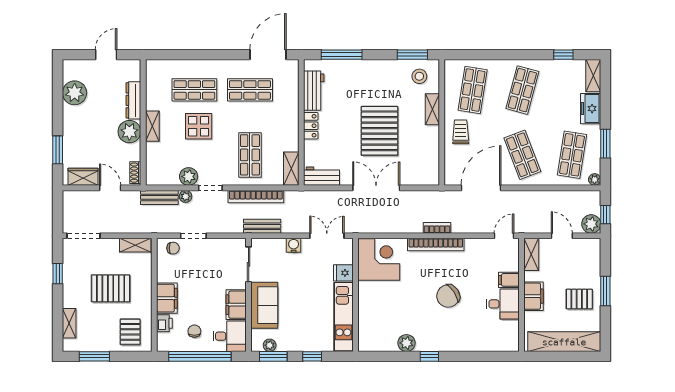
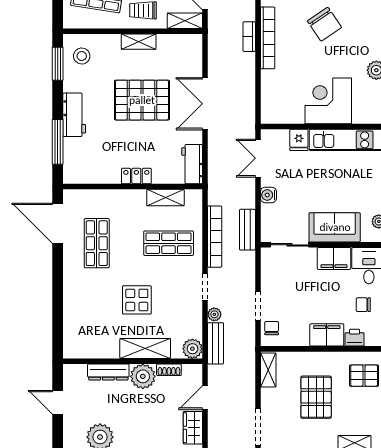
shop shelf: (194, 90) -> (97, 305), removed
workbench: (314, 91) -> (74, 115), moved, turned 90
shelving: (432, 109) -> (139, 42), moved
shelving: (152, 126) -> (145, 349), width x1.50, depth x1.33
shelving: (291, 169) -> (165, 198), moved
shelving: (451, 170) -> (185, 21), added
shoe rack: (135, 173) -> (169, 370), moved
plant: (189, 177) -> (192, 349), moved
corner desk: (379, 259) -> (328, 101), moved

